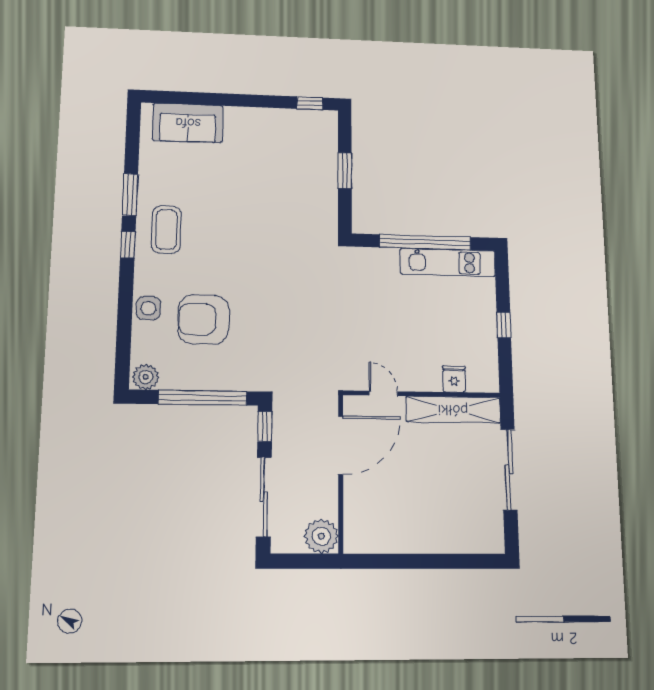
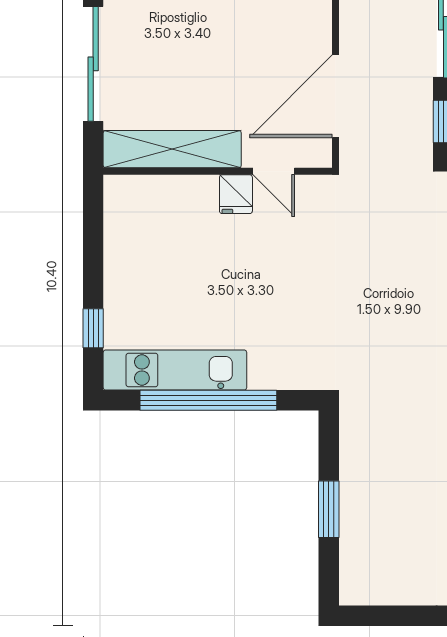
window: (310, 103) -> (382, 616), removed
window: (504, 325) -> (93, 328), moved
fridge: (454, 379) -> (236, 194), moved

